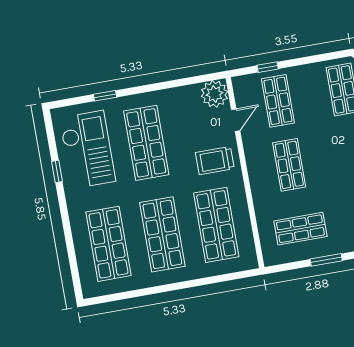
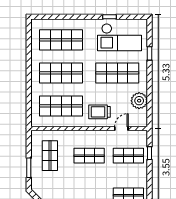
plant: (214, 94) -> (139, 101), moved
door: (236, 120) -> (121, 128), swing flipped
trolley: (215, 161) -> (99, 112), turned -90

